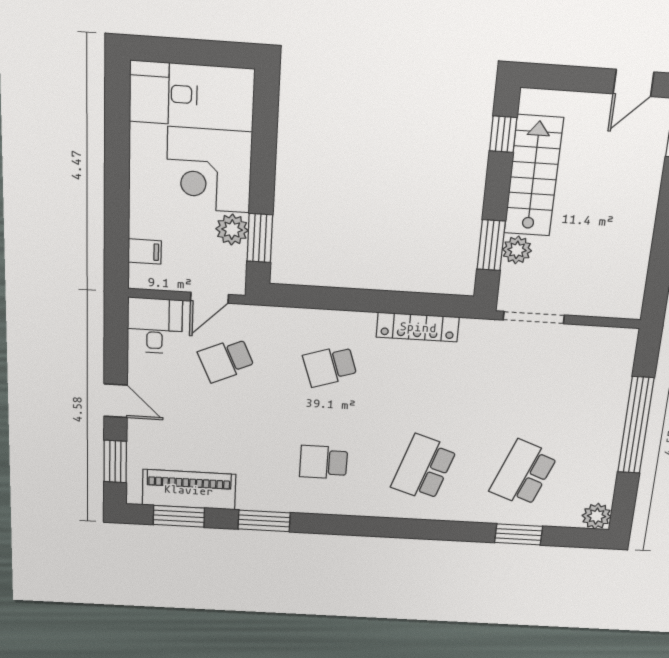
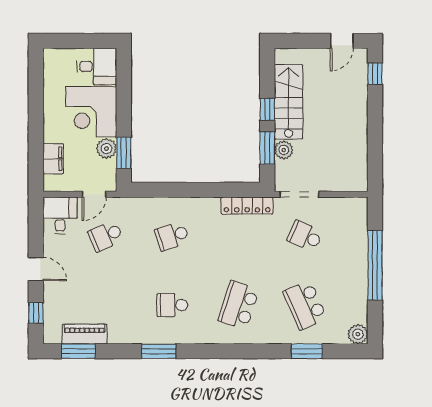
desk: (163, 93) -> (97, 66), moved, turned 180
window: (503, 134) -> (267, 109), moved
filing cabinet: (145, 251) -> (53, 159), width x2.00
locker: (418, 327) -> (247, 206), moved
school desk: (535, 378) -> (305, 236), added
window: (115, 461) -> (36, 313), width x0.67
school desk: (523, 473) -> (305, 305), turned -45
piano: (189, 490) -> (84, 334), width x0.73, depth x0.75
window: (264, 521) -> (159, 351), moved

